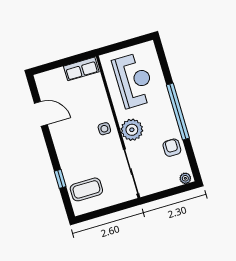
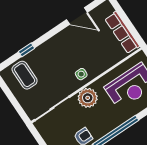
row of seats: (81, 69) -> (122, 33), width x1.48
door: (41, 114) -> (77, 16), hinge flipped

